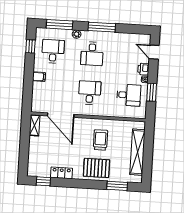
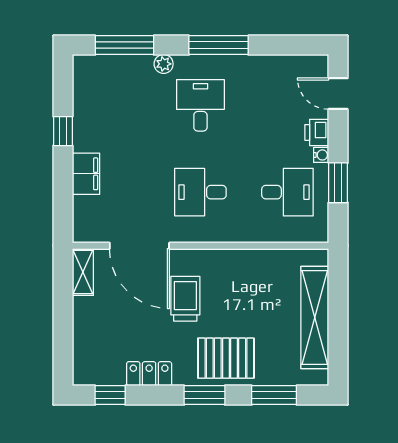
window: (30, 46) -> (63, 131), moved
desk: (53, 51) -> (114, 105), removed
desk: (92, 54) -> (200, 105), turned 180
filing cabinet: (39, 77) -> (86, 174), width x2.00
desk: (90, 93) -> (200, 192), turned -90
trolley: (100, 140) -> (185, 299), moved
window: (86, 184) -> (204, 395), added

